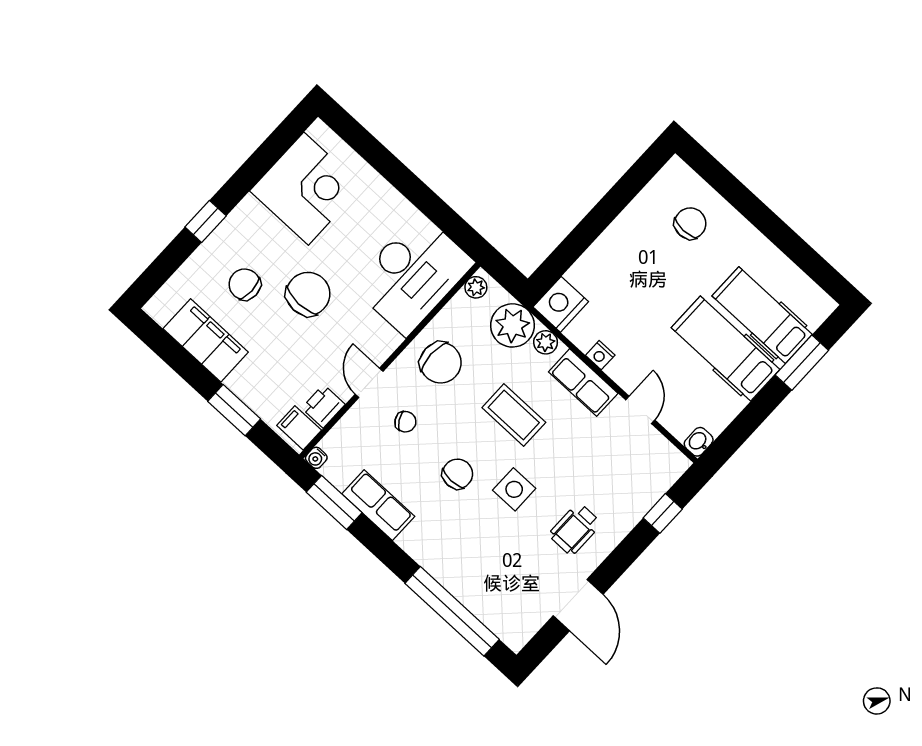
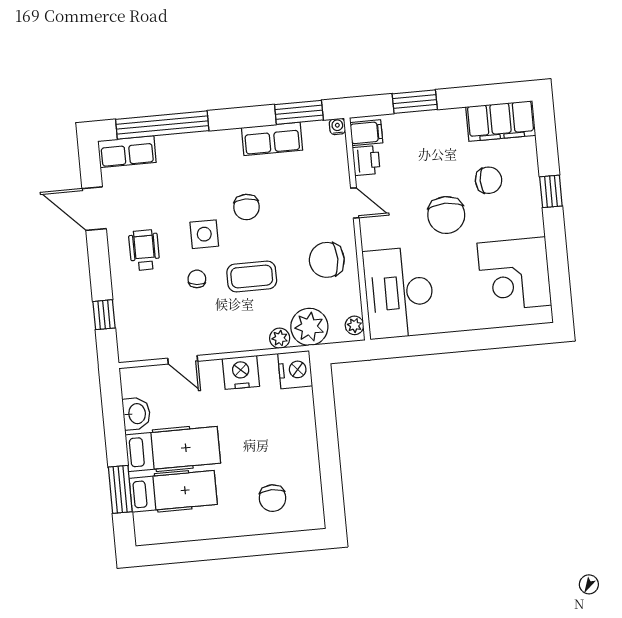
filing cabinet: (206, 340) -> (501, 121), moved
nightstand: (600, 355) -> (241, 372), width x1.89, depth x1.79
row of seats: (583, 383) -> (127, 152), moved, turned 180
chair: (405, 422) -> (197, 279), moved, turned 127
washbasin: (699, 442) -> (136, 414), moved, width x1.38, depth x1.45

